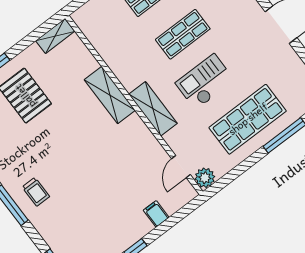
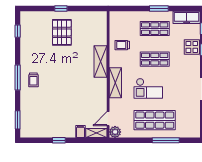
shelving: (55, 36) -> (96, 133), moved
trolley: (123, 49) -> (122, 45), added
checkout: (205, 82) -> (148, 88), turned 180

